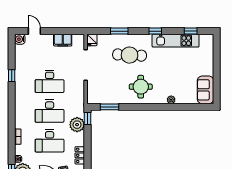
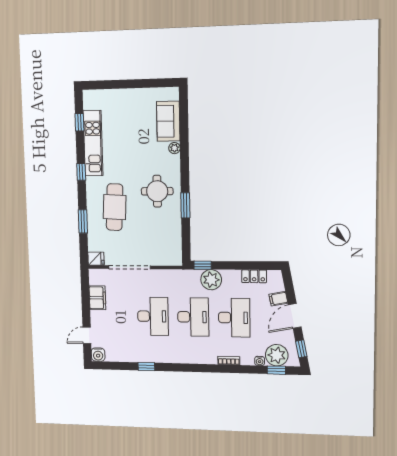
sofa: (205, 90) -> (168, 121), moved, turned 90
window: (110, 107) -> (185, 205), moved

